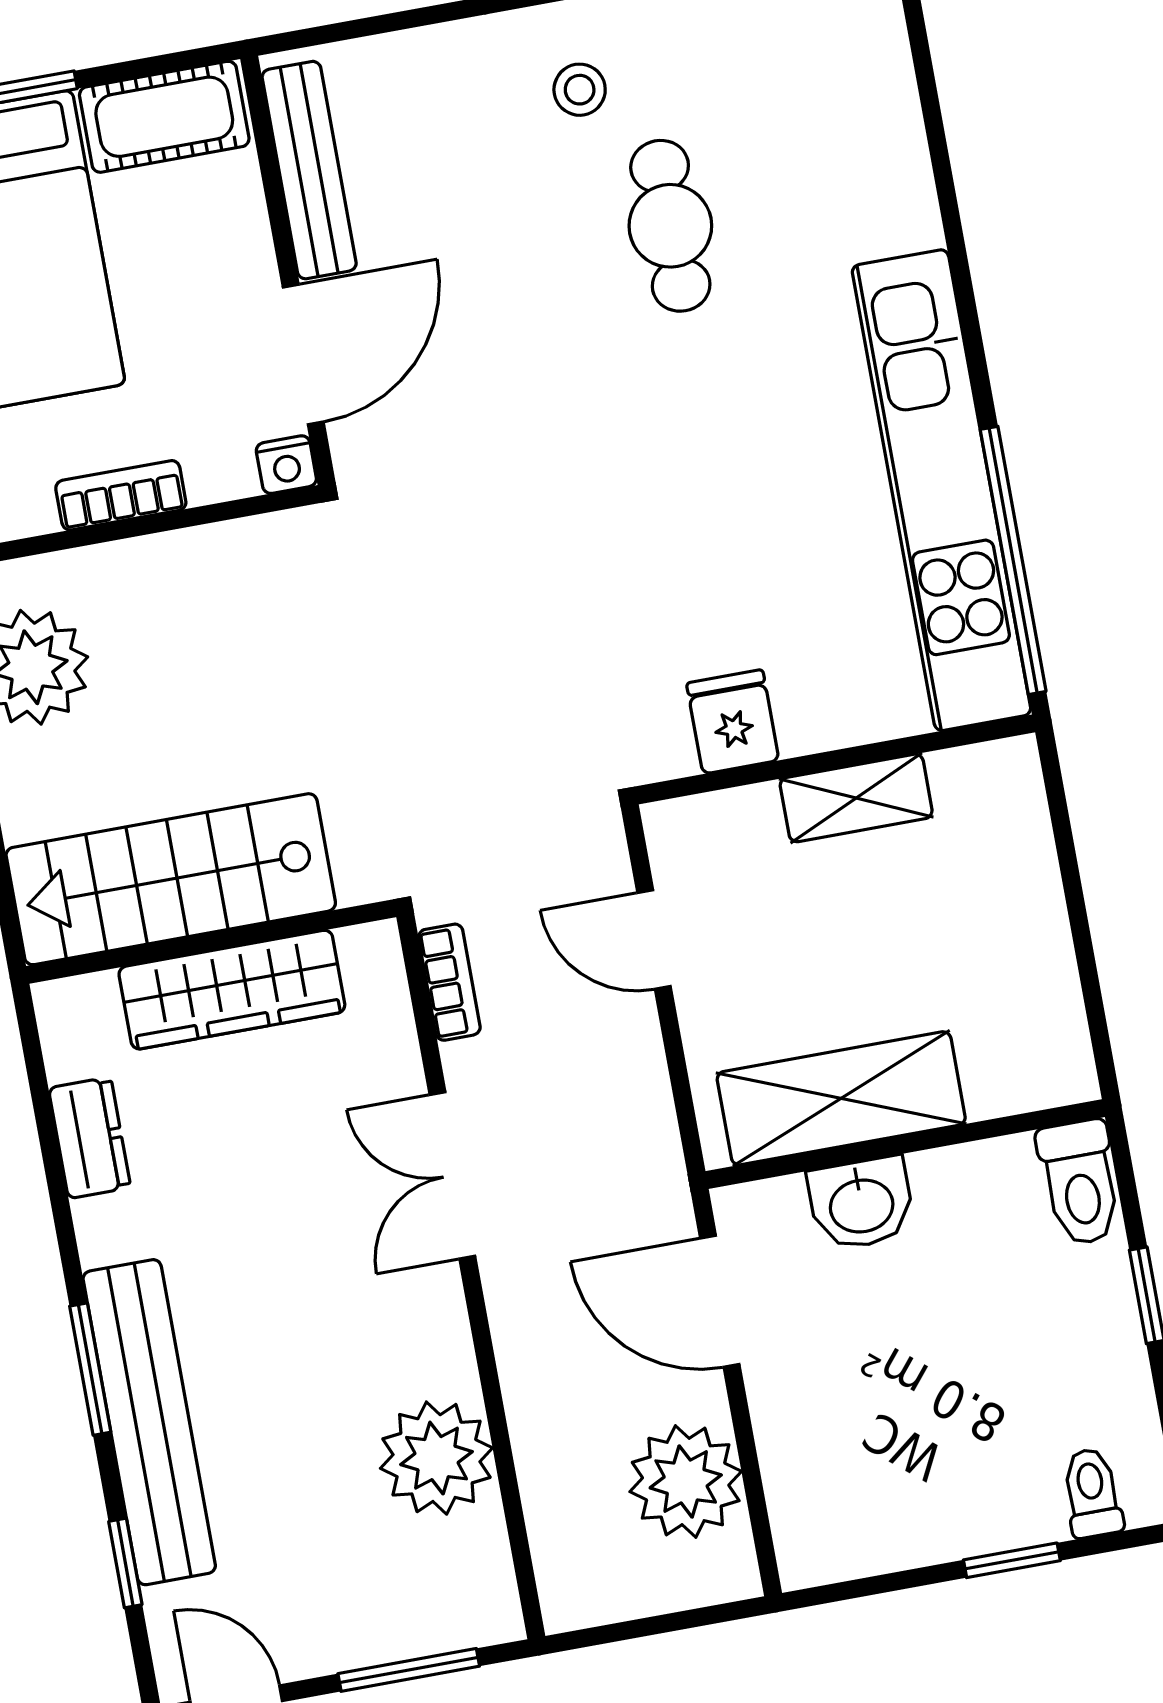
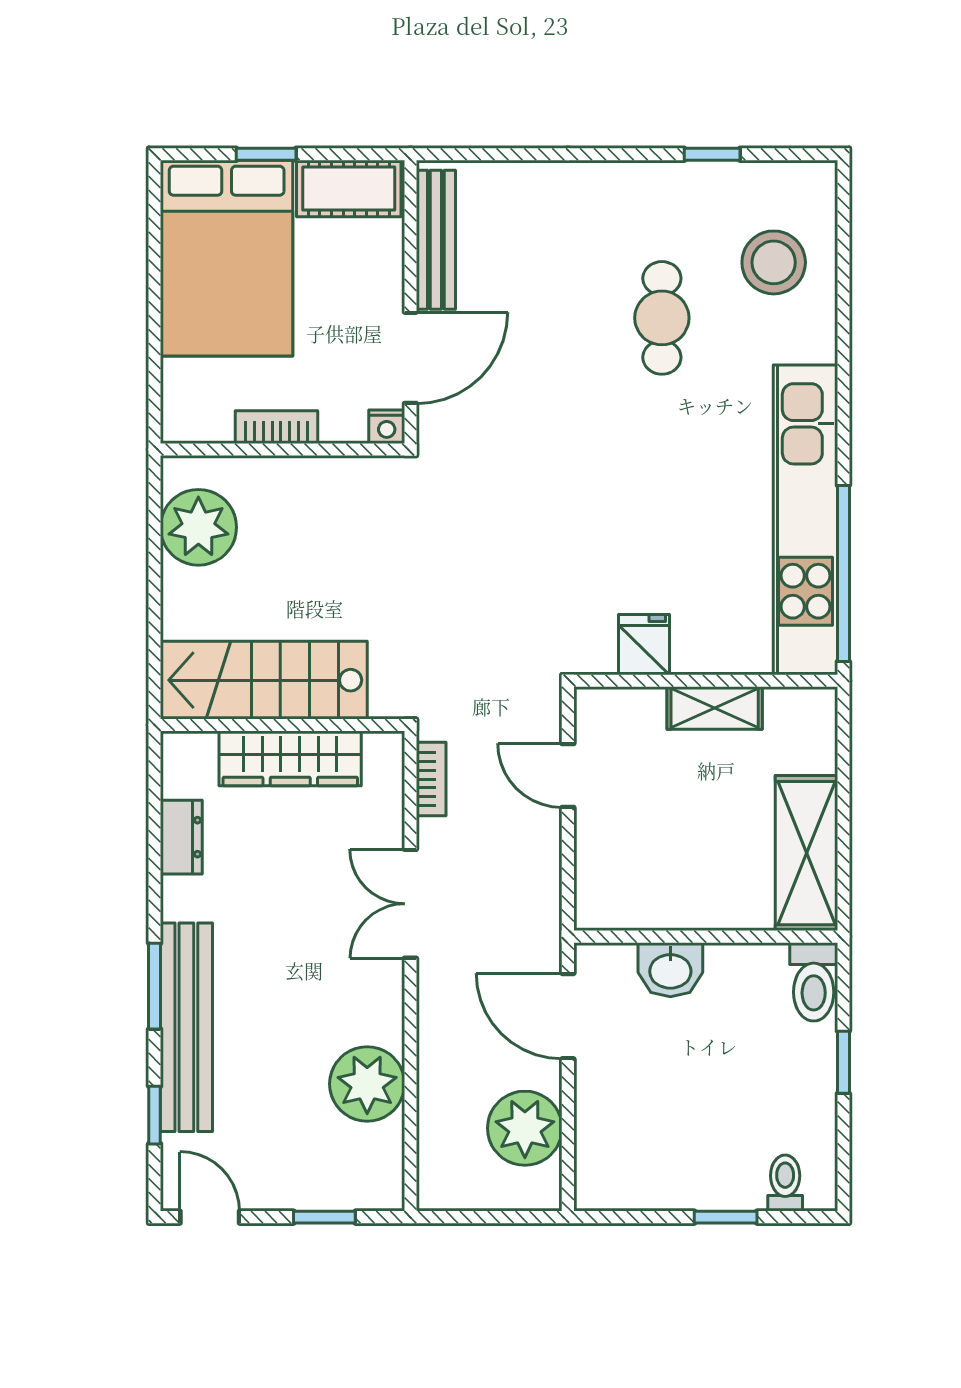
stool: (580, 90) -> (774, 262), moved, width x1.89, depth x1.89
shelving: (841, 1098) -> (806, 853), moved, turned 90
window: (409, 1670) -> (324, 1217), width x0.67

